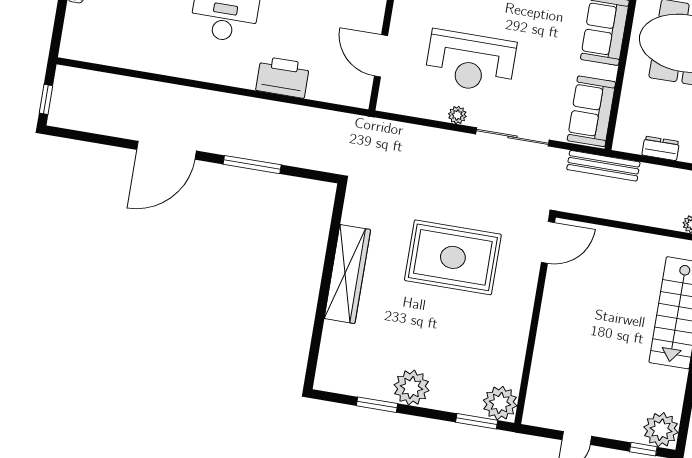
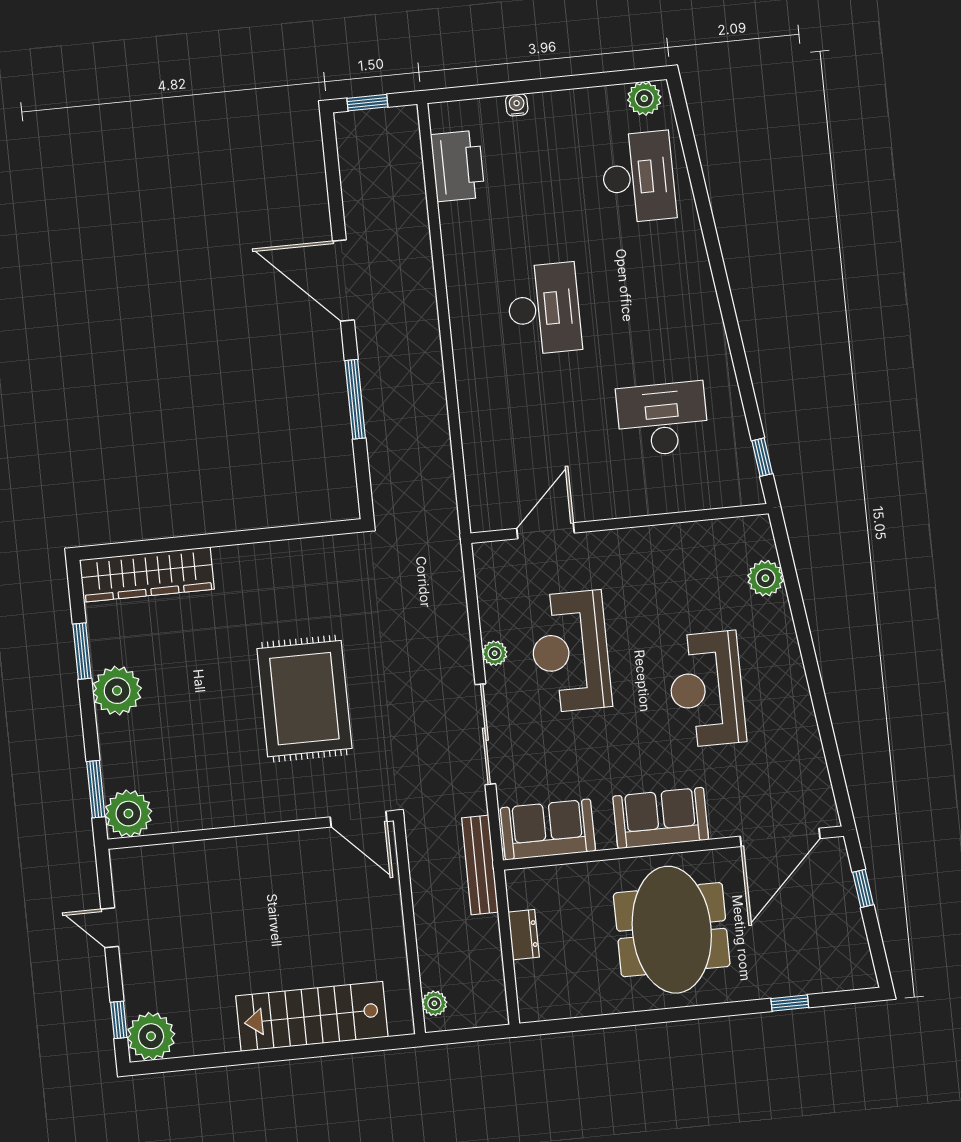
printer: (283, 77) -> (458, 166), moved
wardrobe: (347, 274) -> (147, 574), moved

